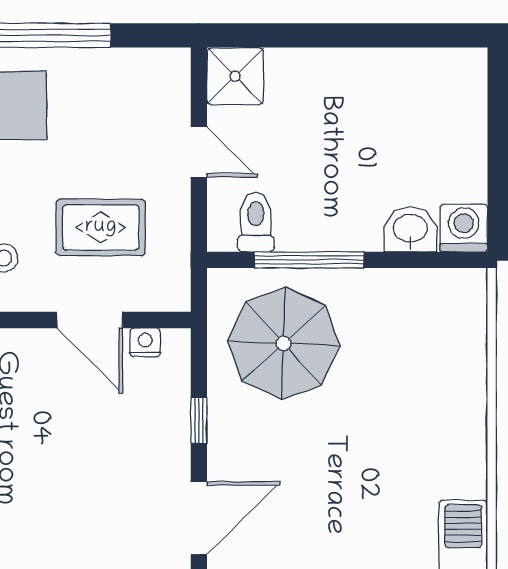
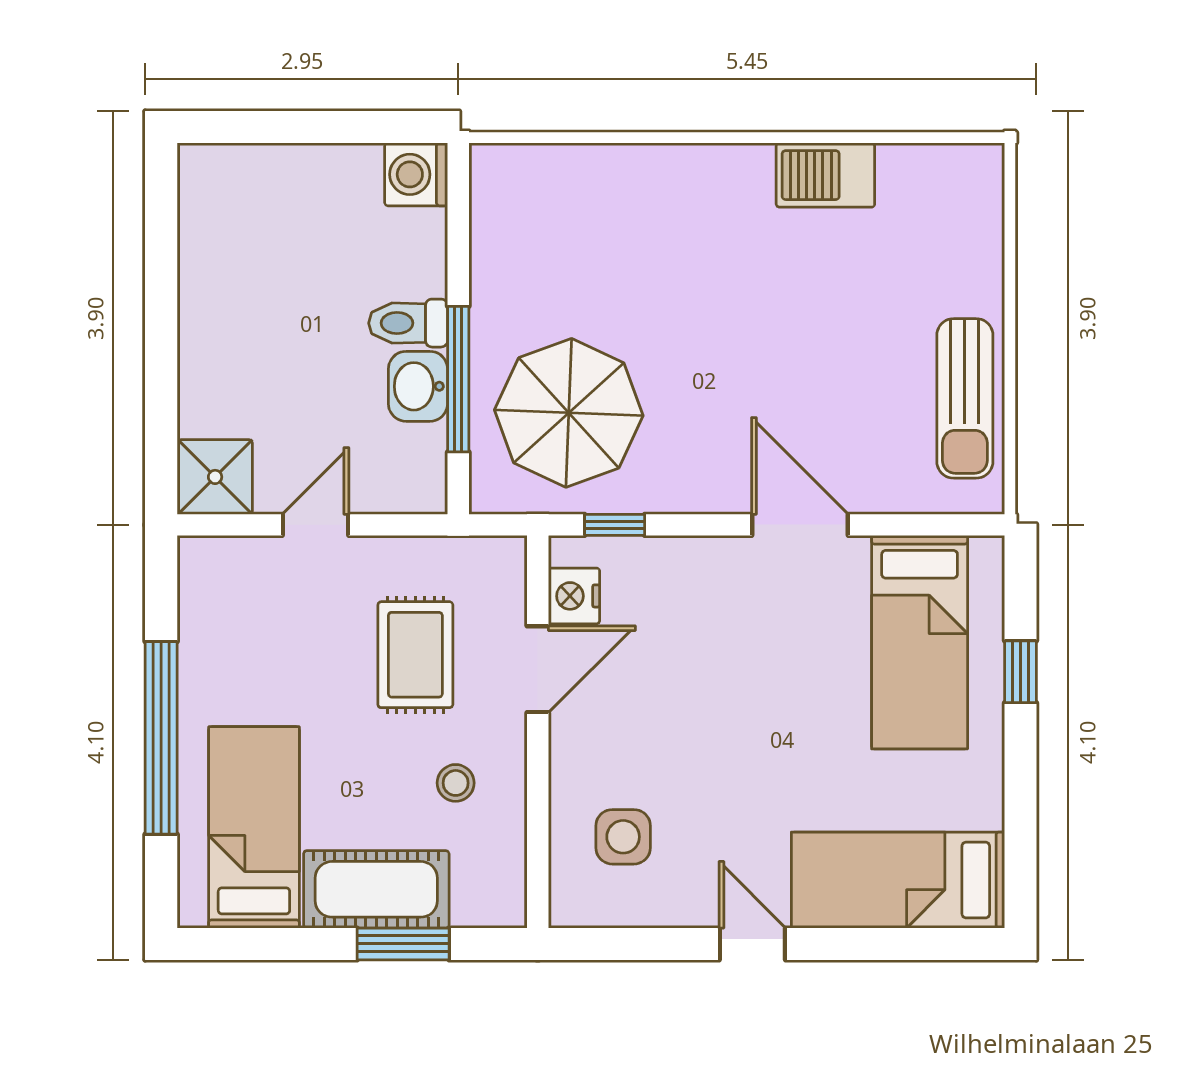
toilet: (256, 222) -> (408, 323), moved
washbasin: (410, 229) -> (418, 386), moved
nightstand: (145, 342) -> (574, 596), width x1.39, depth x1.35
window: (199, 421) -> (615, 525), moved

